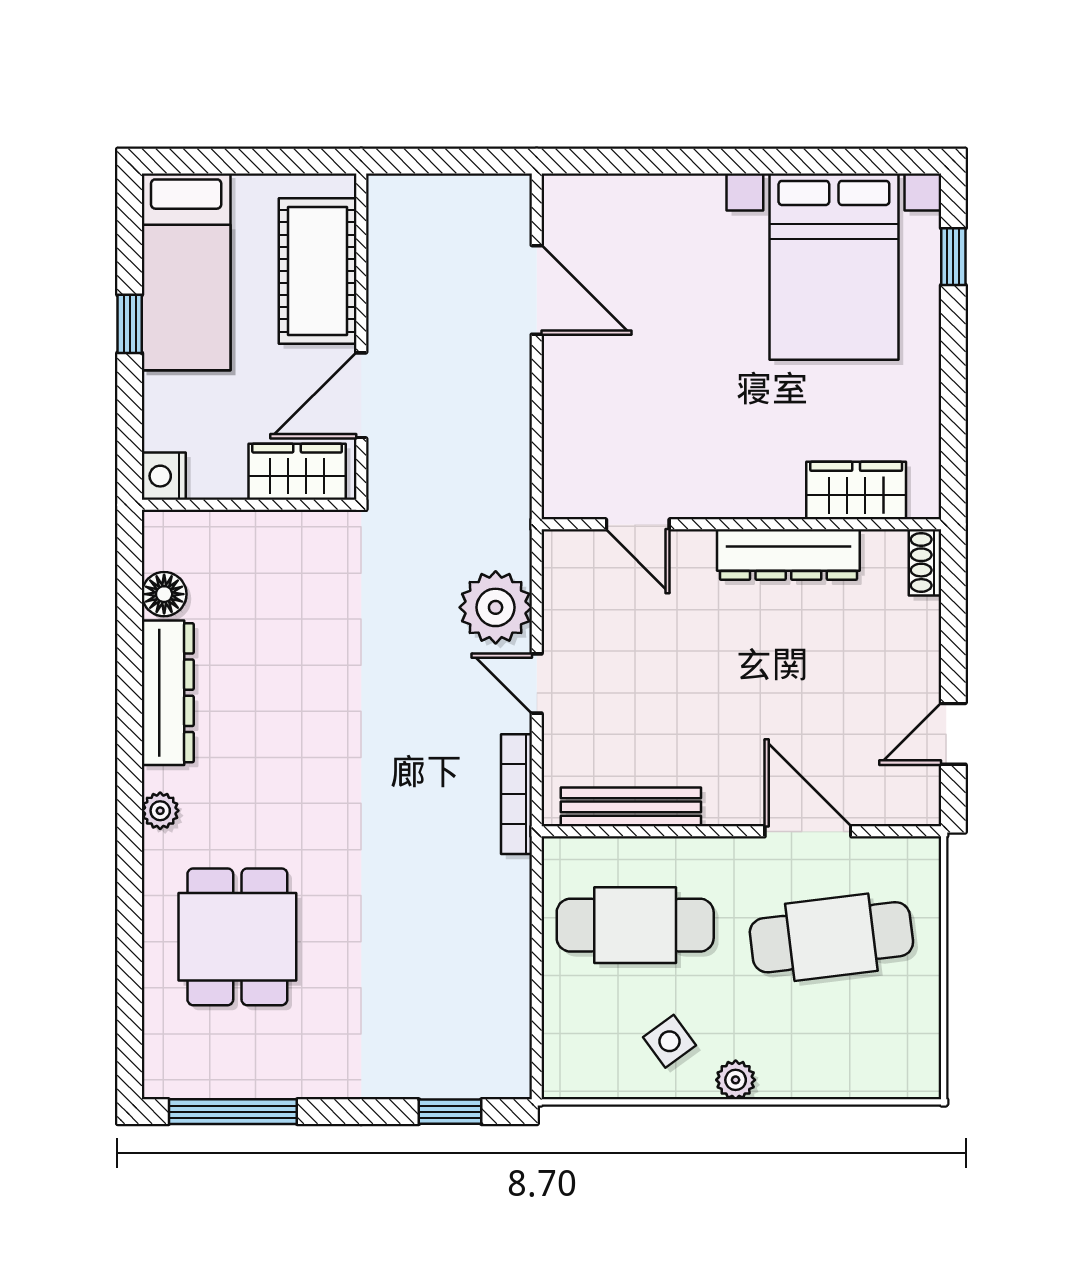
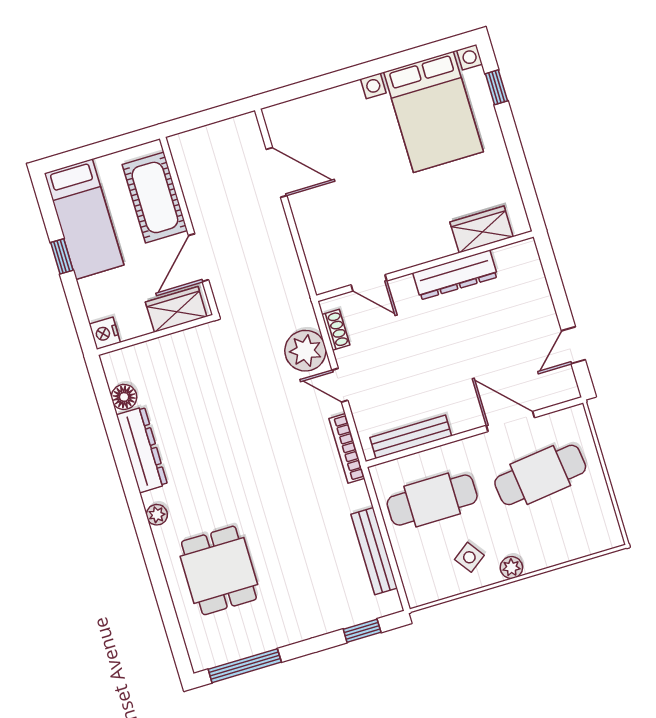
shoe rack: (925, 562) -> (336, 330), moved, turned 180
bench: (511, 983) -> (374, 551), added

